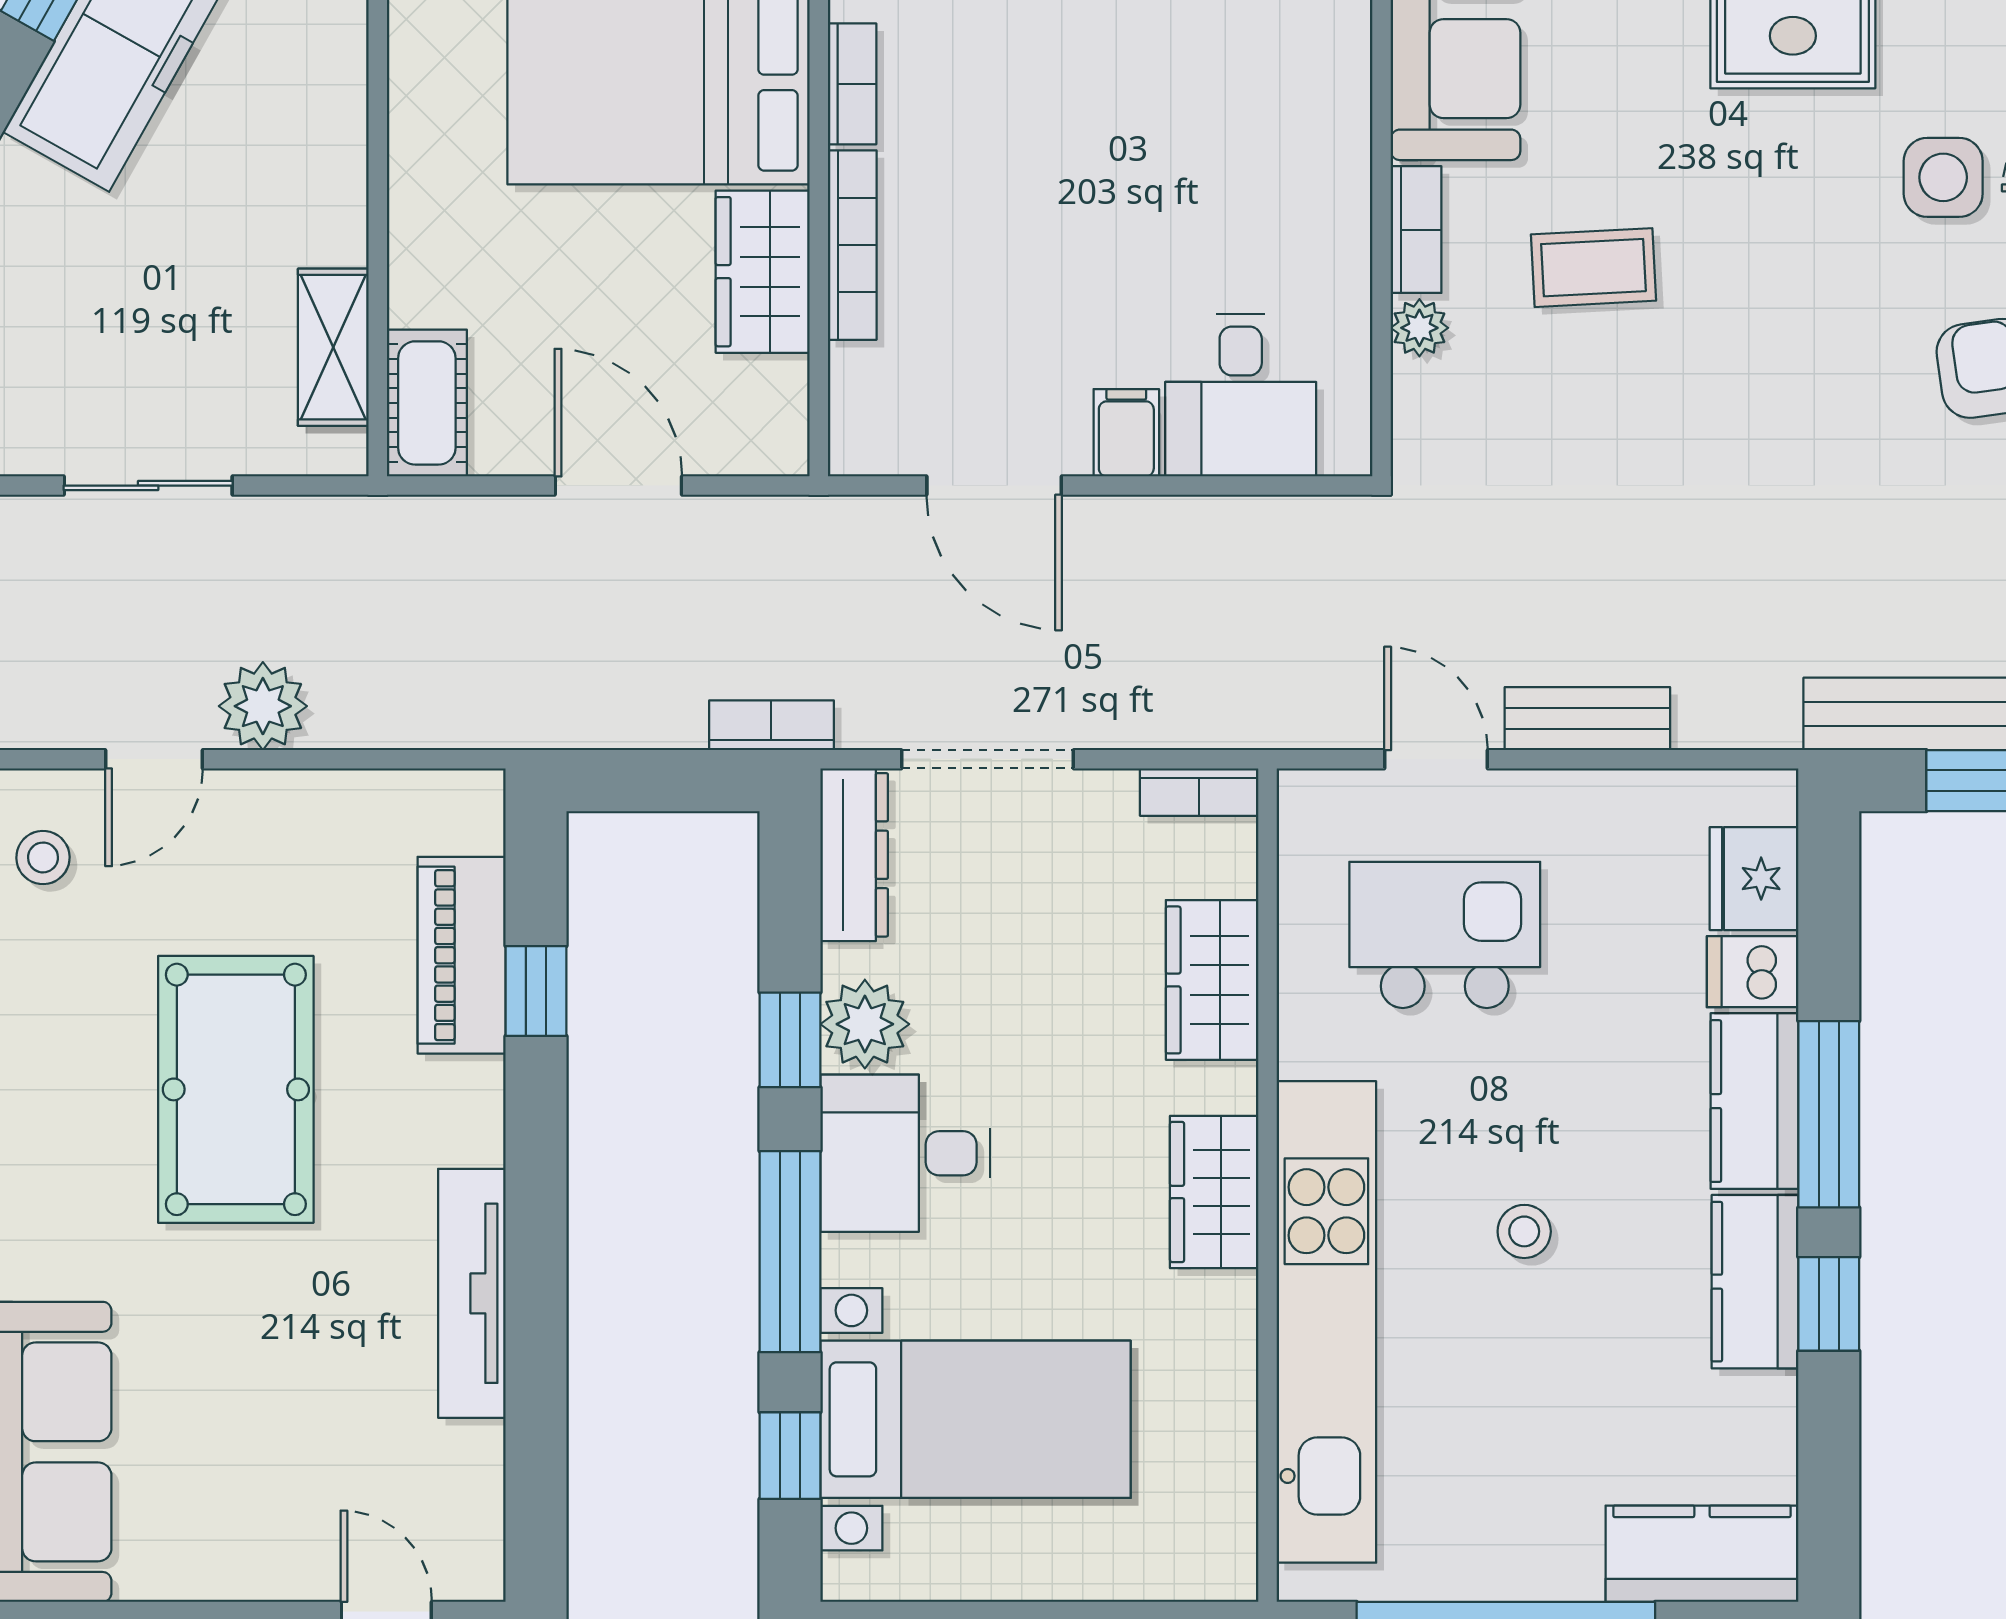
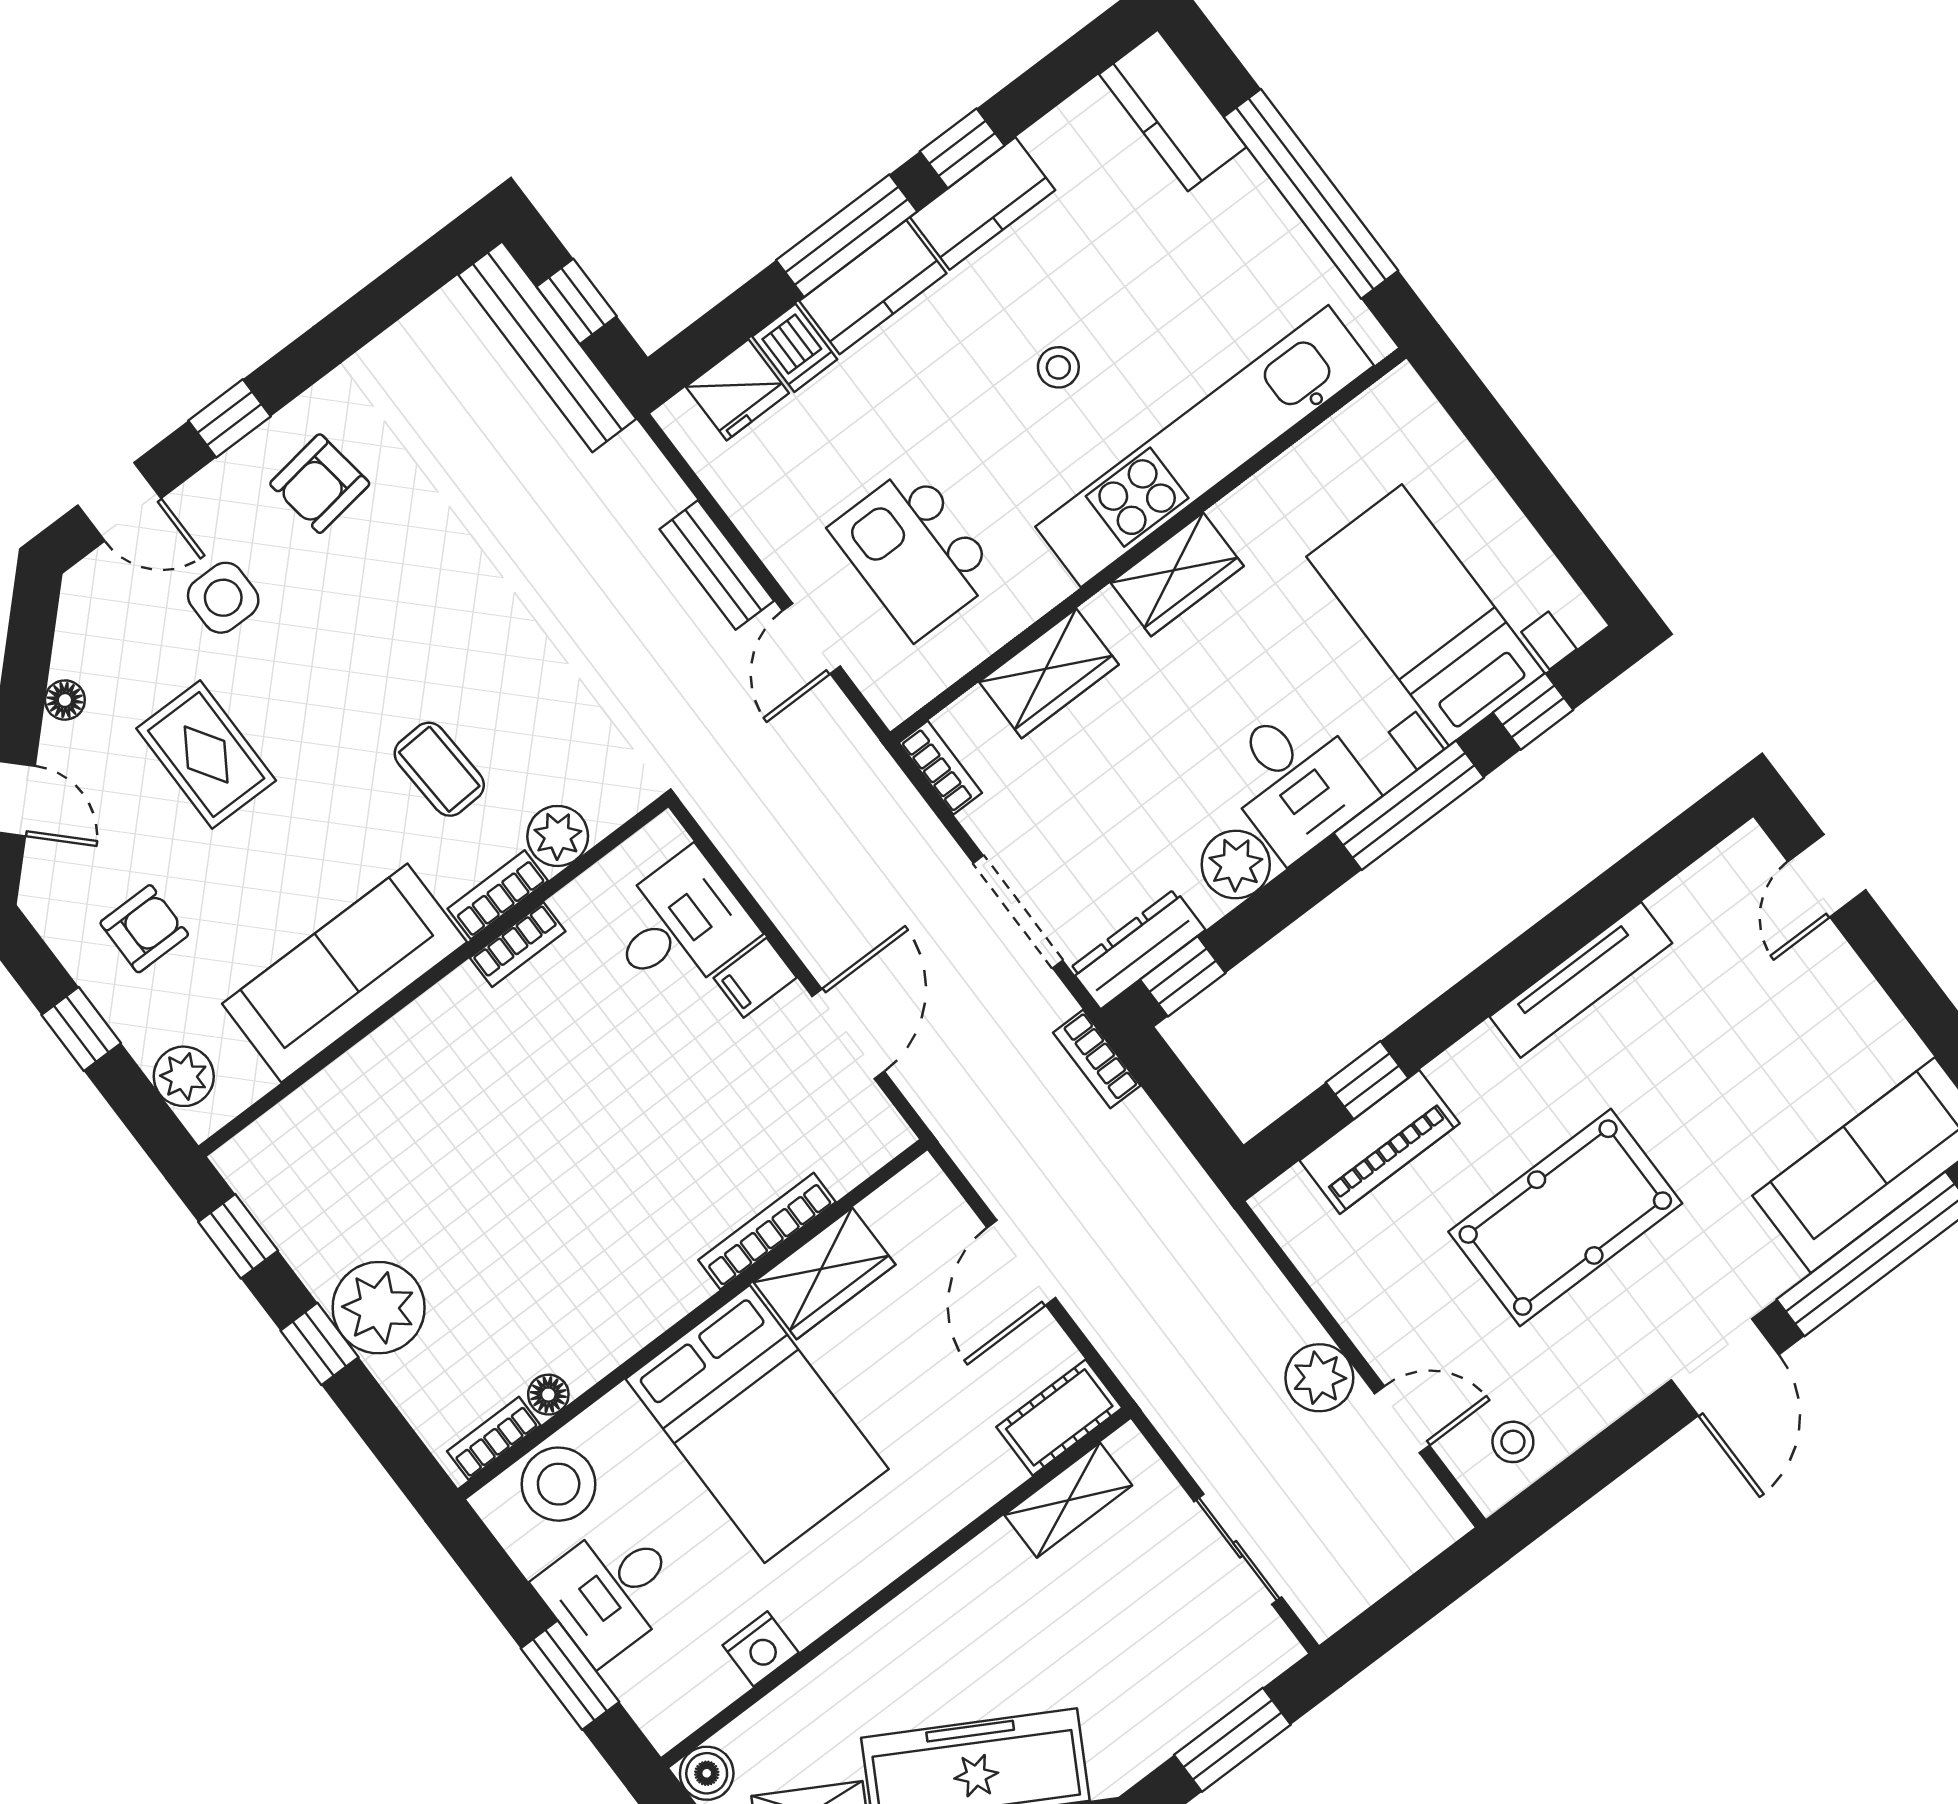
bookcase: (852, 84) -> (518, 945), moved, turned 180
plant: (1419, 328) -> (558, 836), width x1.38, depth x1.38
window: (790, 1040) -> (1183, 976), moved

